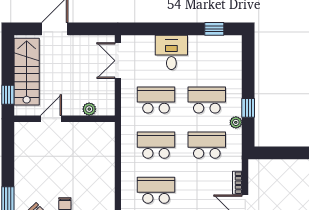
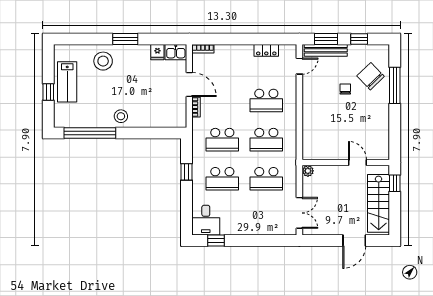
desk: (171, 52) -> (206, 220), moved
plant: (89, 109) -> (308, 171), moved
door: (51, 119) -> (357, 162), swing flipped
plant: (236, 122) -> (197, 159), removed

